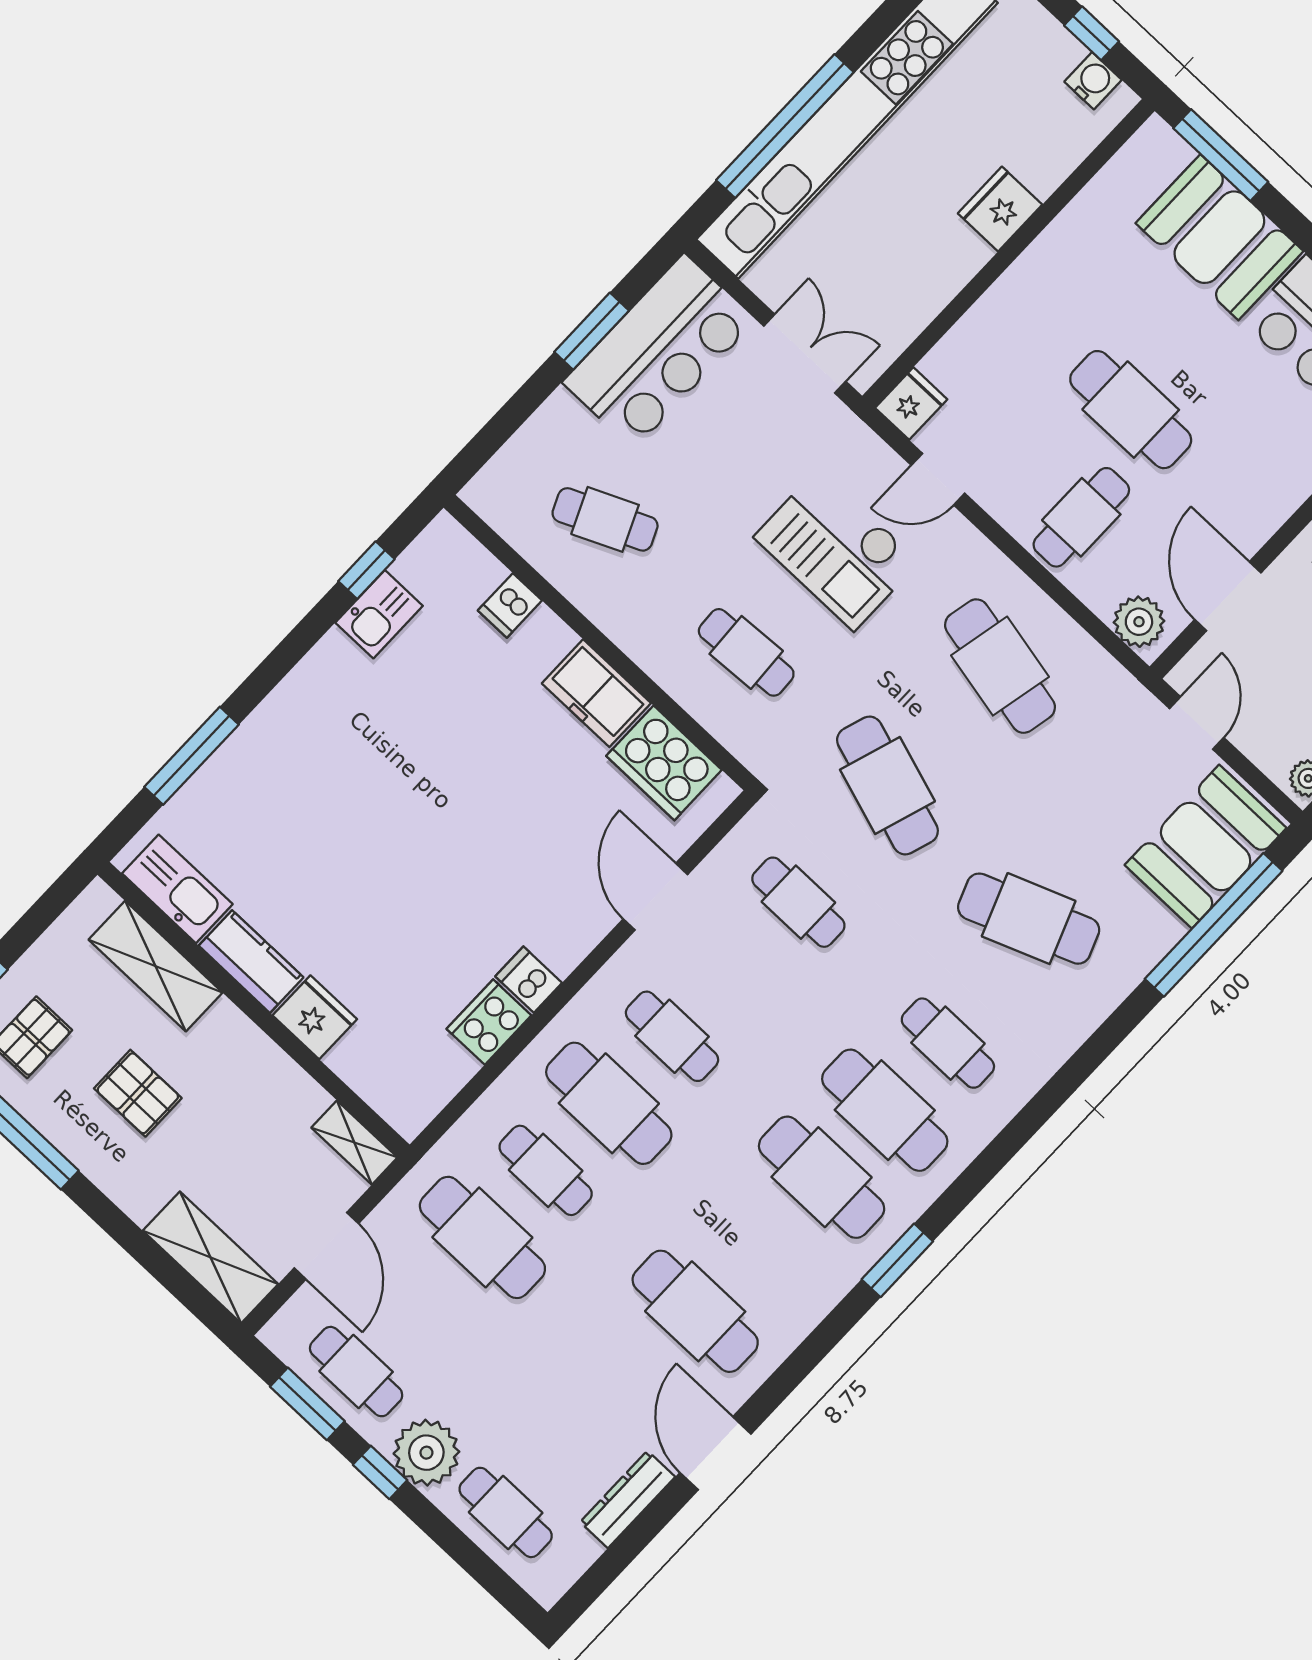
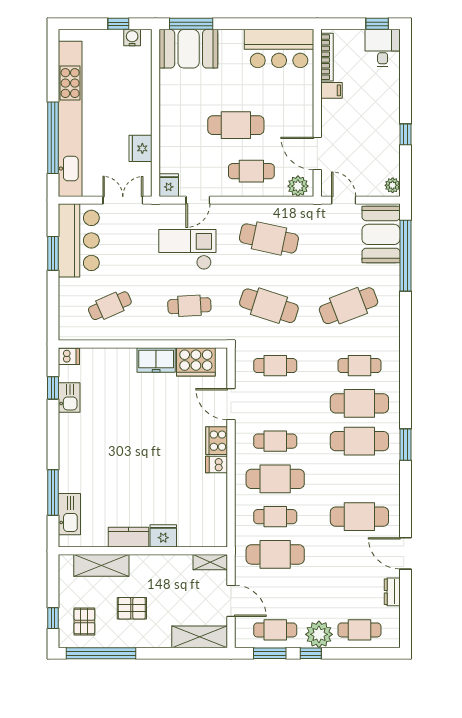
fridge: (1000, 209) -> (140, 148), moved
booth: (1219, 237) -> (189, 49), moved
cafe table: (1081, 517) -> (251, 171), turned 90
checkout: (837, 549) -> (187, 249), turned 180
dishwasher: (510, 605) -> (69, 356), moved, turned -90
kitchen sink: (177, 889) -> (69, 514), moved, turned 90
cooker: (489, 1022) -> (217, 441), moved
dresser: (628, 1499) -> (392, 592), width x0.70

